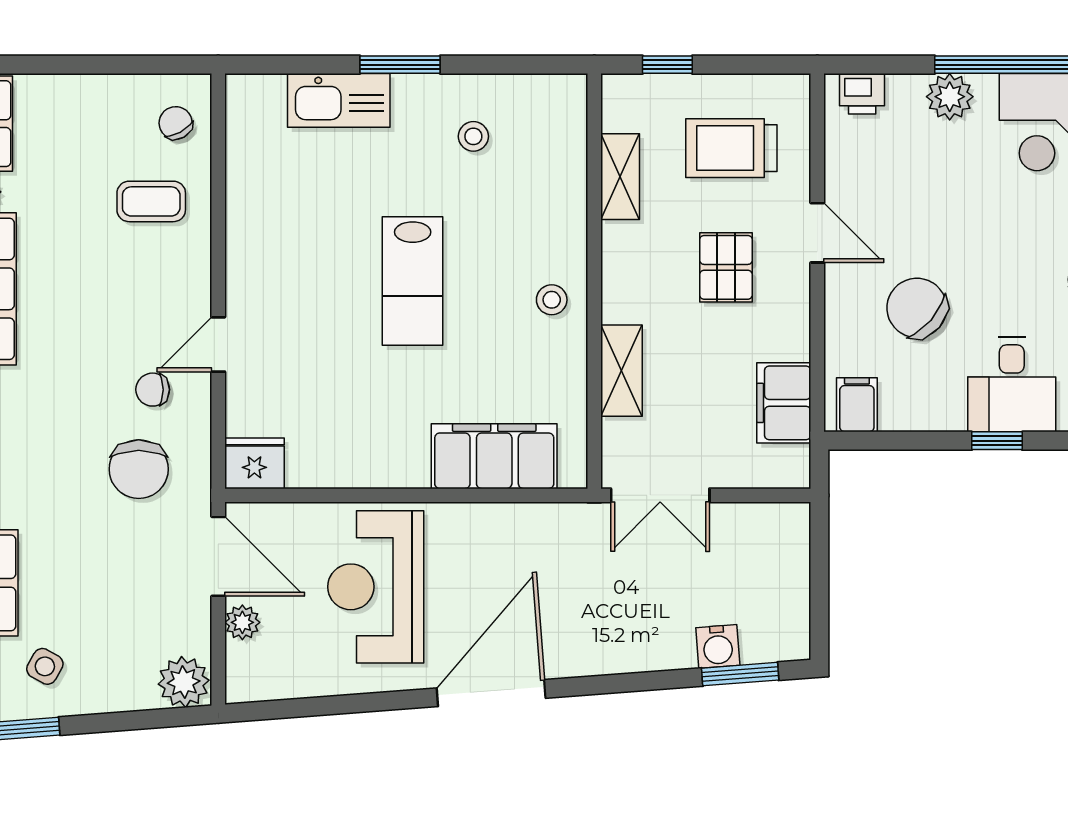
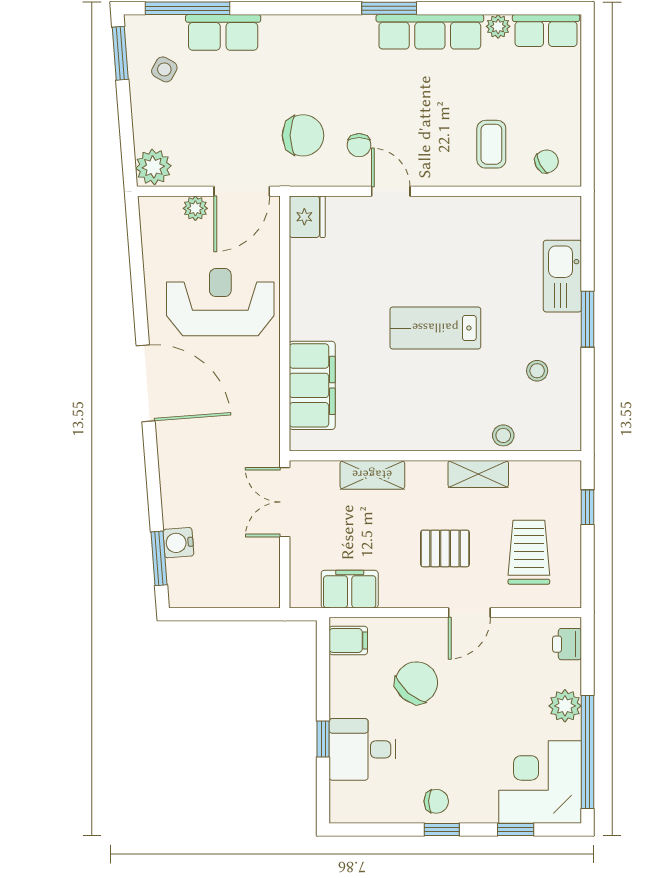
shelving: (620, 177) -> (478, 474), moved
stool: (552, 300) -> (503, 435), moved
chair: (153, 390) -> (359, 145), turned 180
chair: (139, 469) -> (303, 135), turned 180

